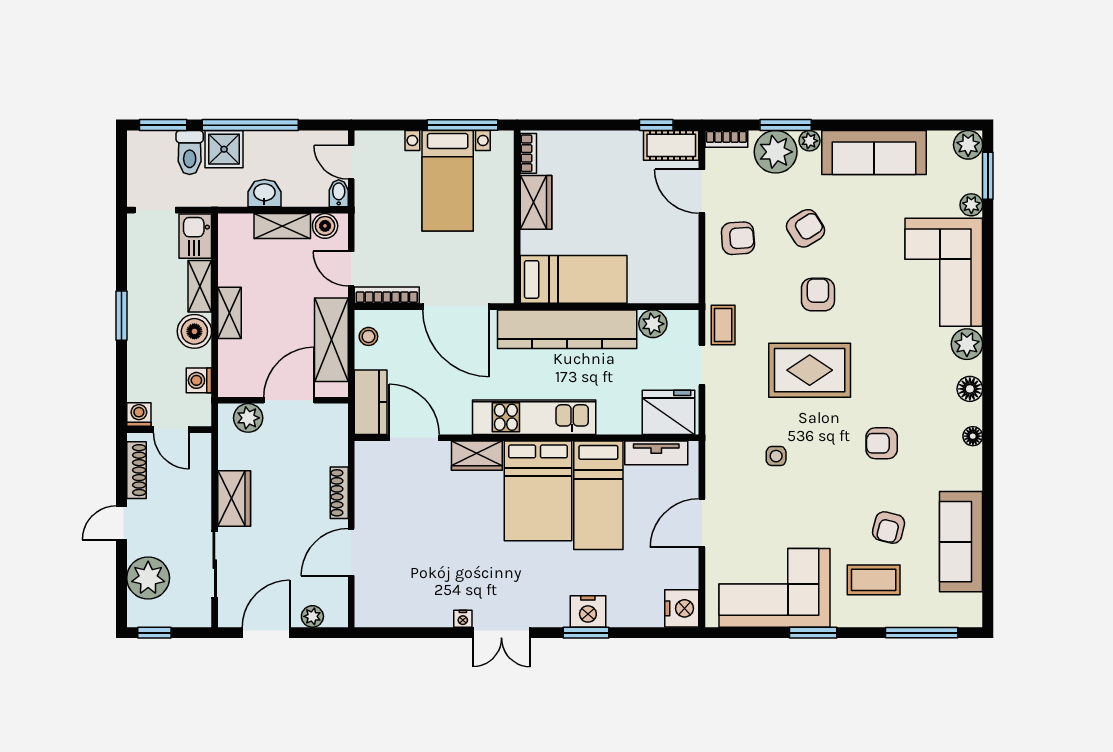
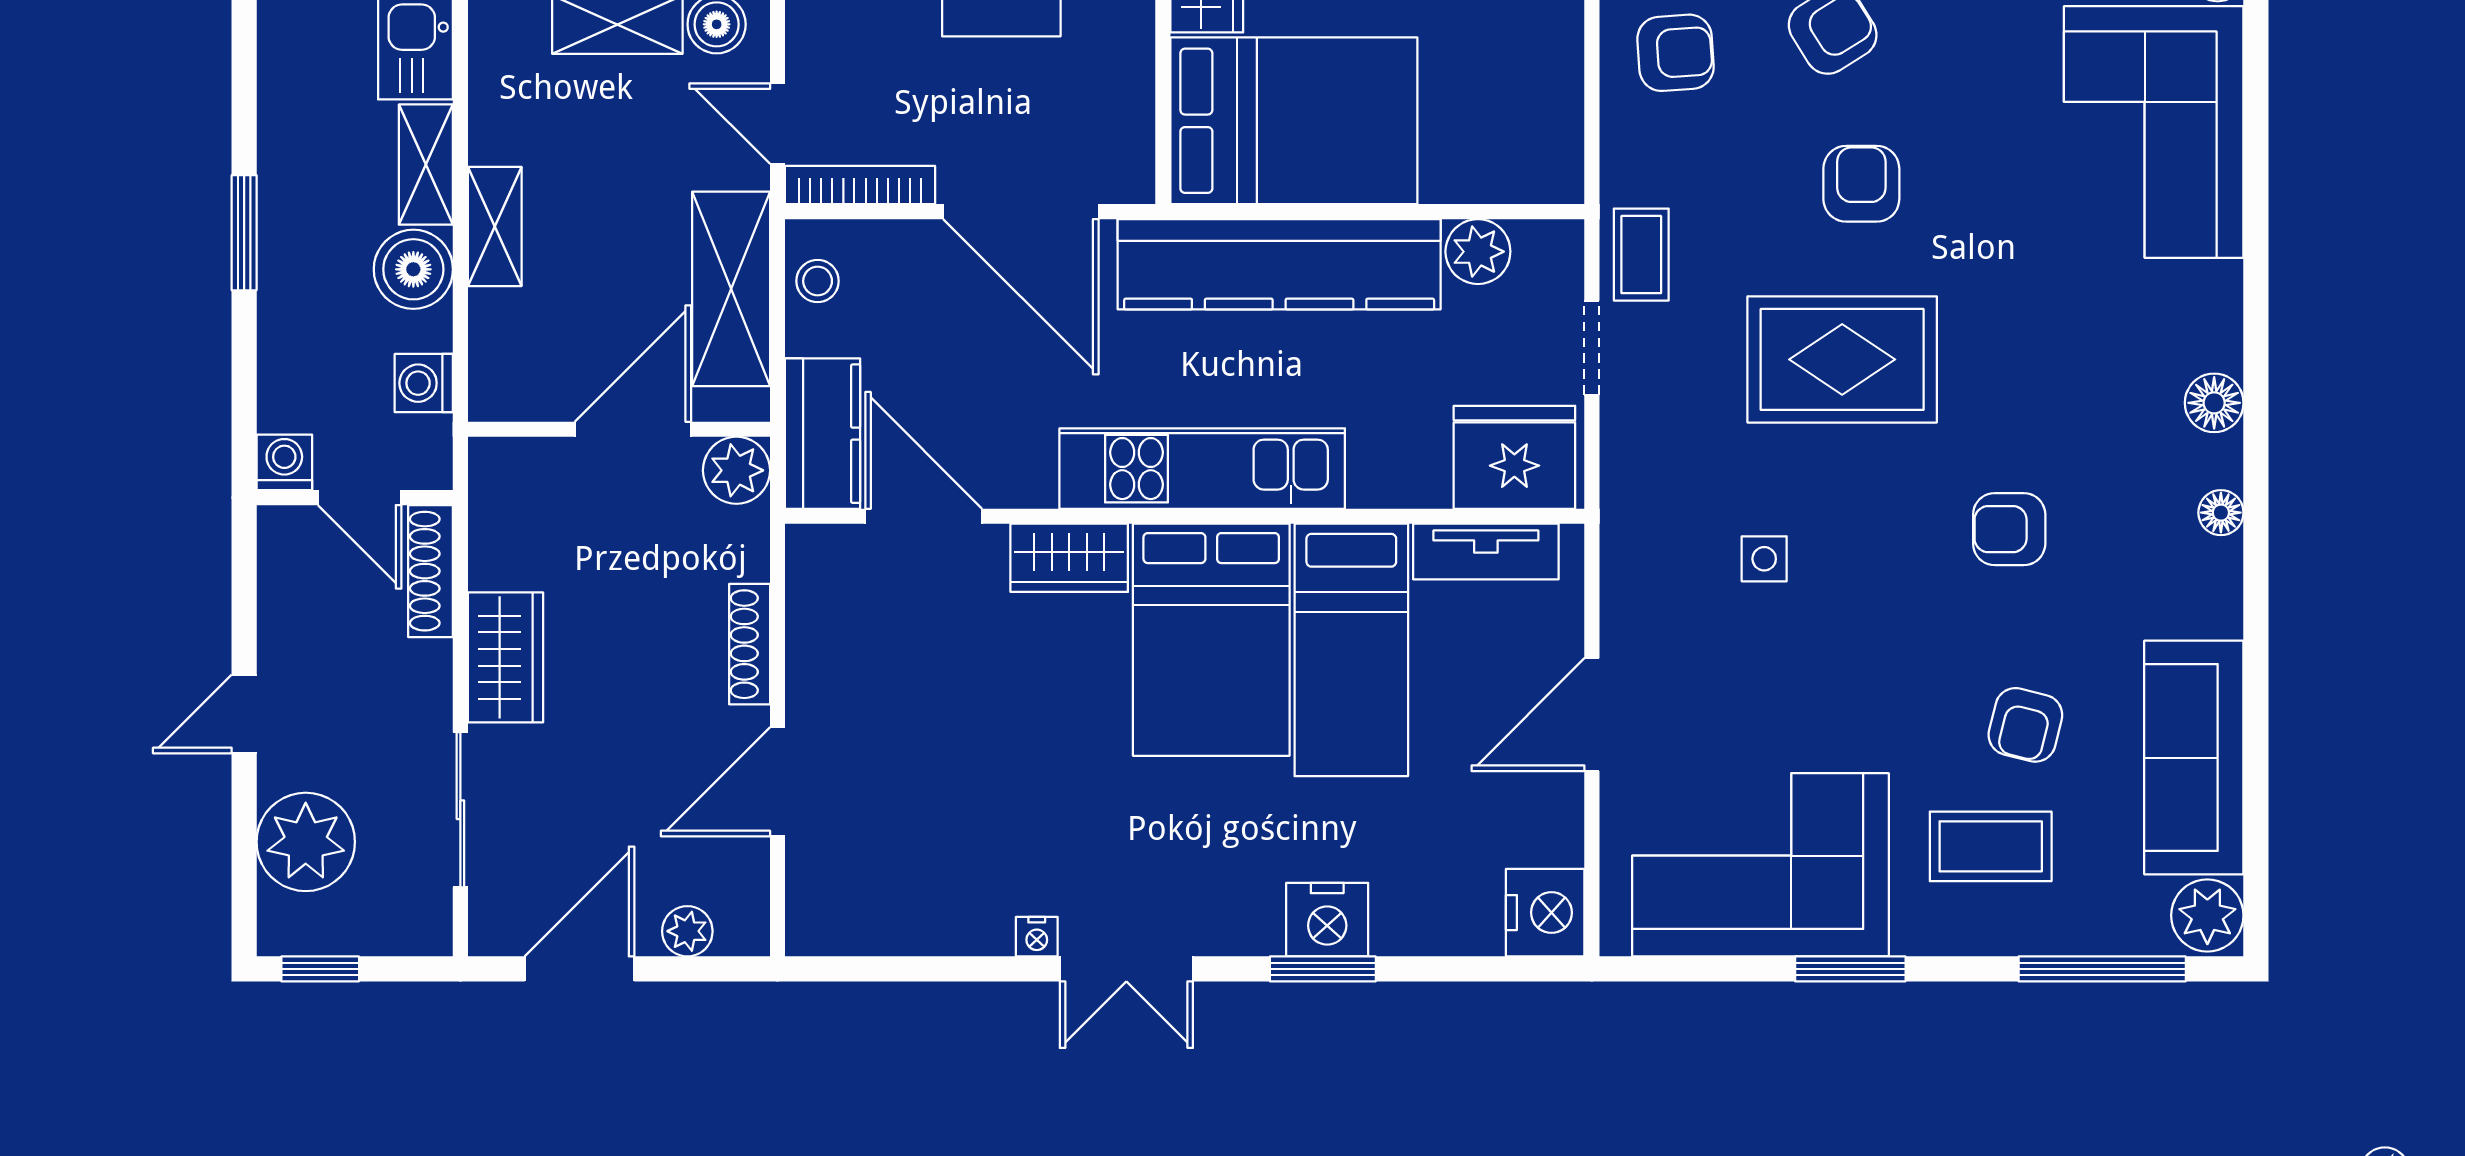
bed: (574, 279) -> (1294, 121), width x1.50
plant: (967, 344) -> (2207, 915), moved
plant: (248, 418) -> (736, 470), moved
shoe rack: (137, 470) -> (431, 571), moved, turned 180

